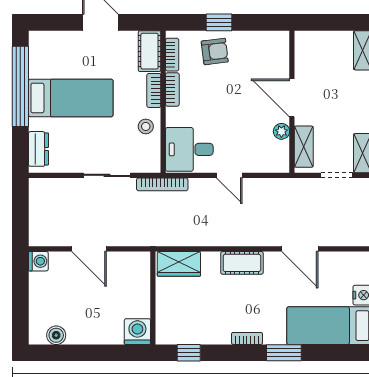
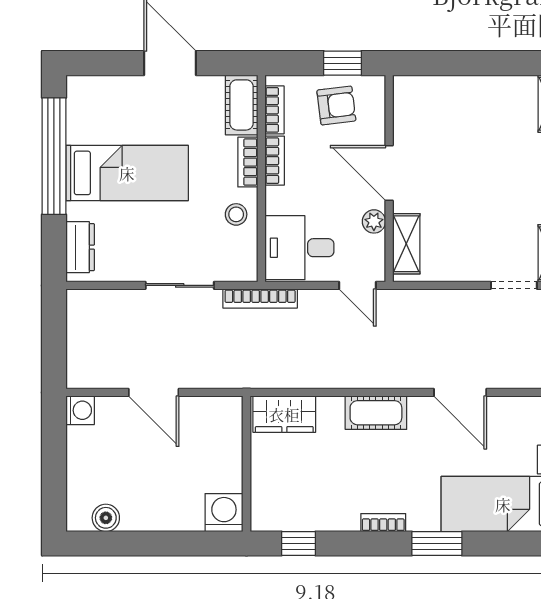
door: (292, 98) -> (389, 173), moved
wall: (292, 102) -> (389, 178), moved
plant: (281, 131) -> (374, 221), moved
shelving: (304, 147) -> (406, 244), moved

